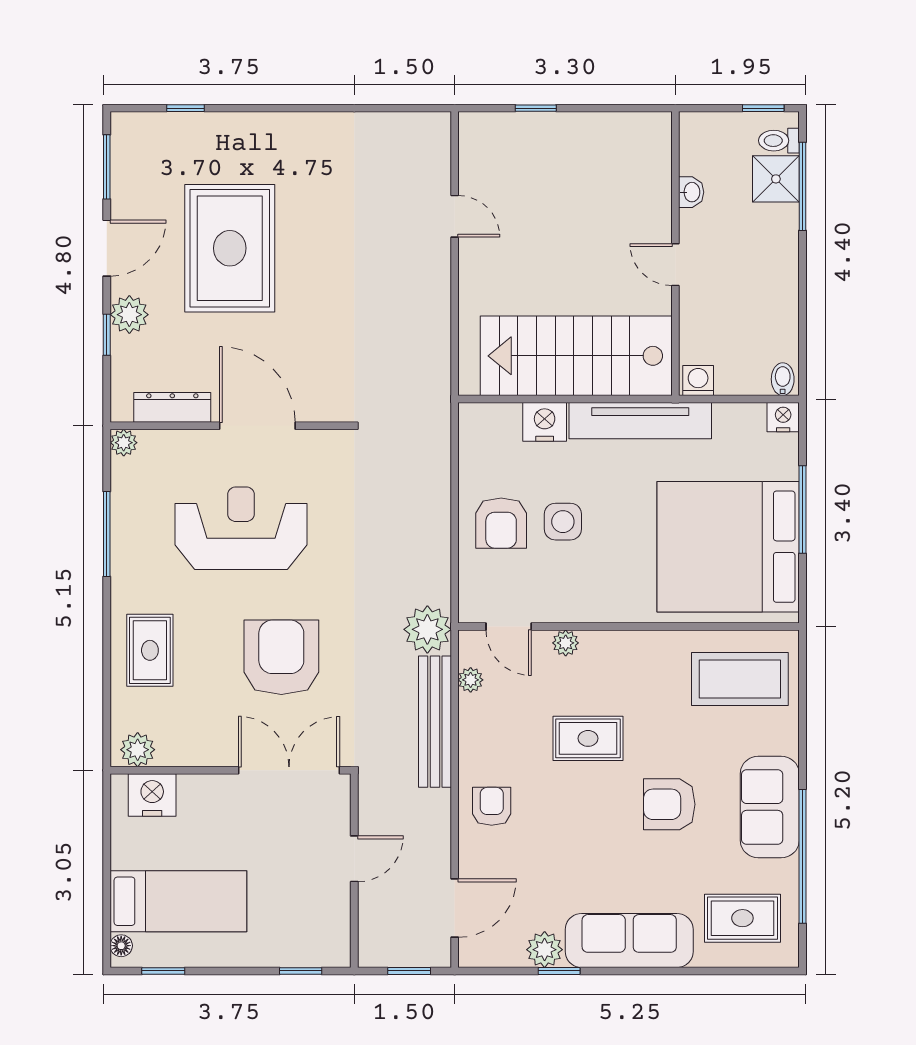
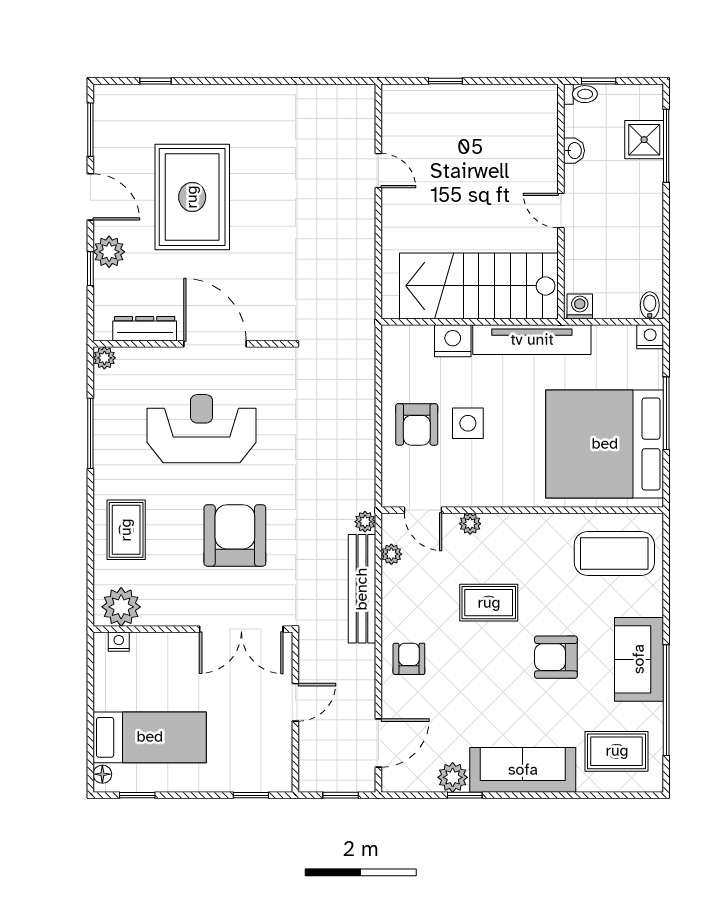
window: (763, 108) -> (599, 81), moved
toilet: (779, 141) -> (580, 94), moved, turned 180
door: (107, 248) -> (90, 197), hinge flipped
plant: (427, 629) -> (365, 522), width x0.53, depth x0.53
plant: (138, 750) -> (121, 607), width x1.36, depth x1.36
double door: (289, 770) -> (241, 629), swing flipped
nightstand: (152, 795) -> (119, 642), width x0.53, depth x0.56

